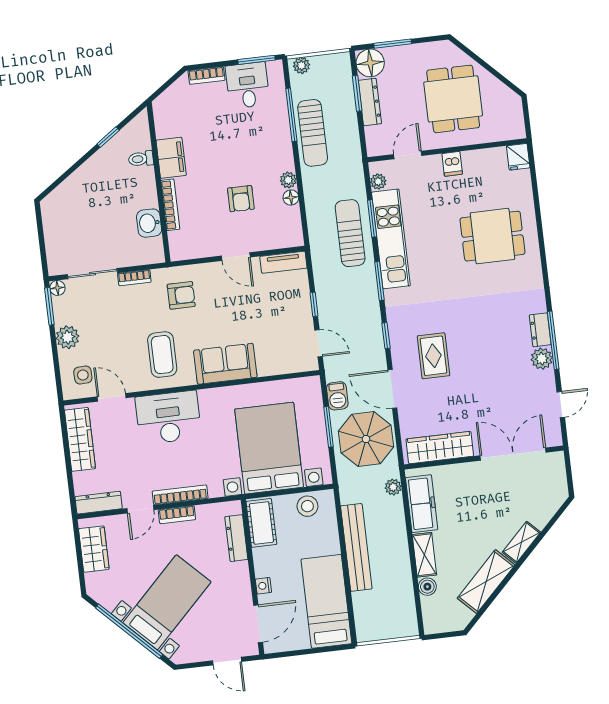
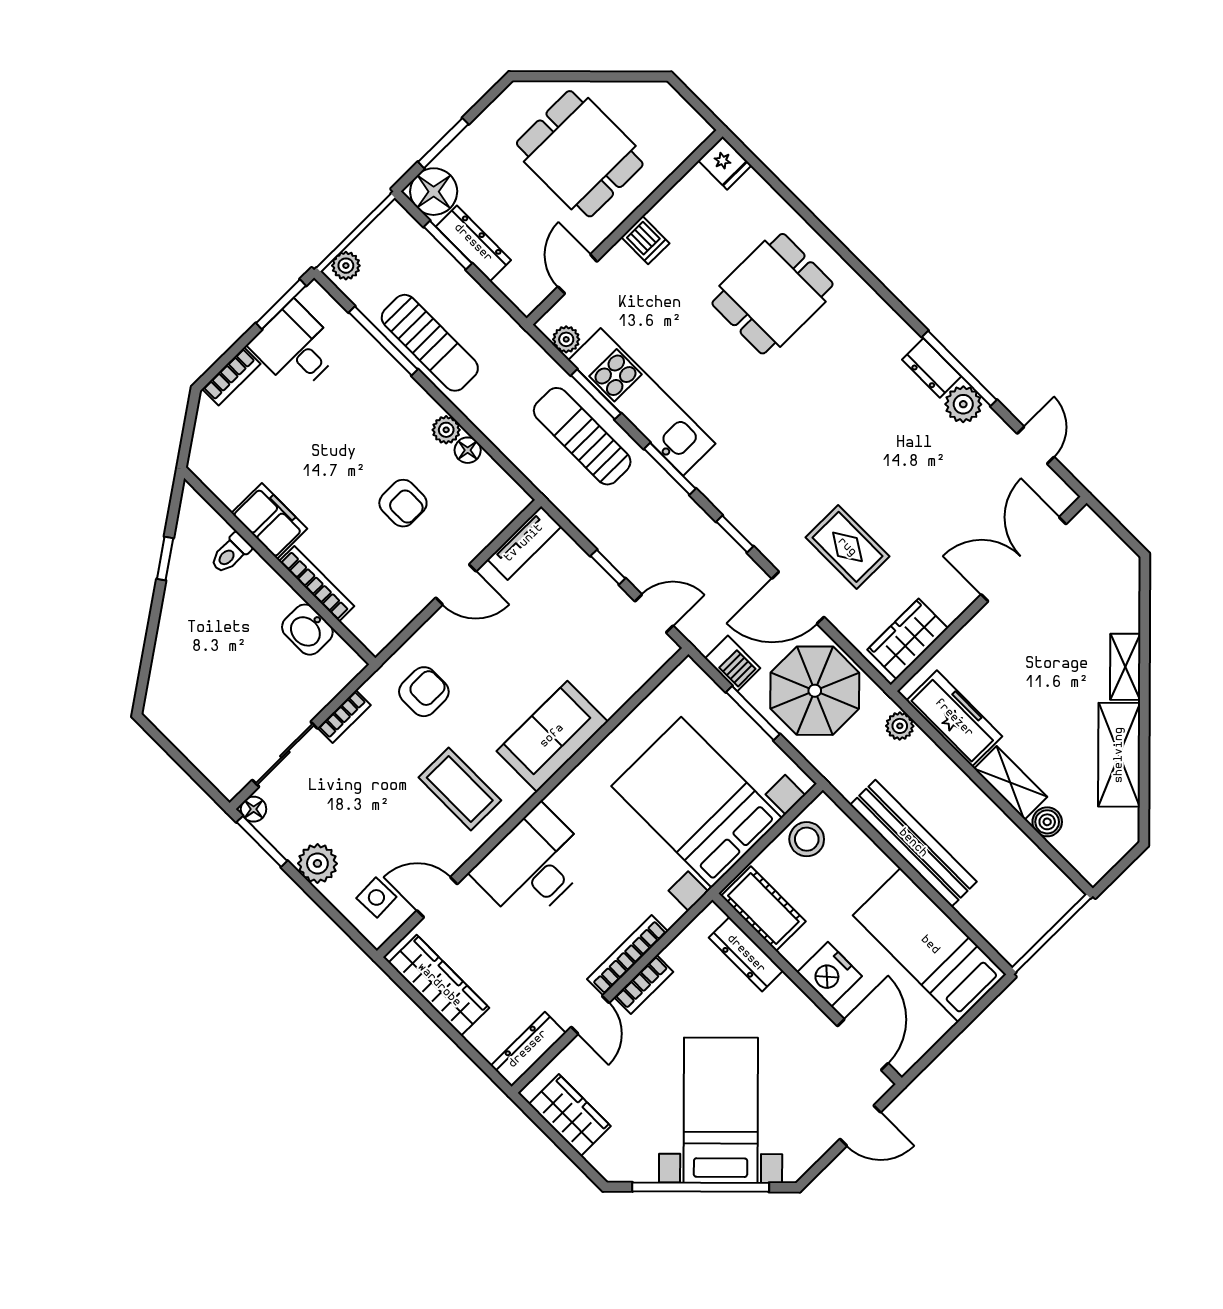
rug: (433, 356) -> (847, 547), moved
wardrobe: (440, 448) -> (908, 639), width x0.67
nightstand: (263, 586) -> (829, 974), width x1.89, depth x1.79

